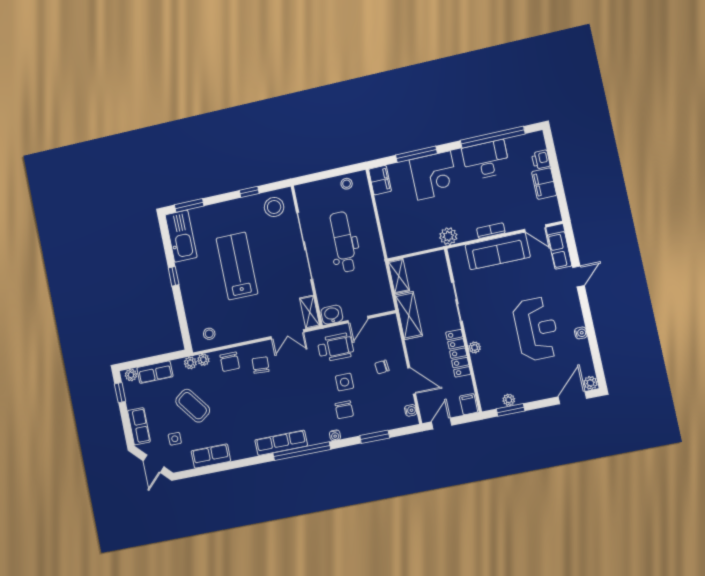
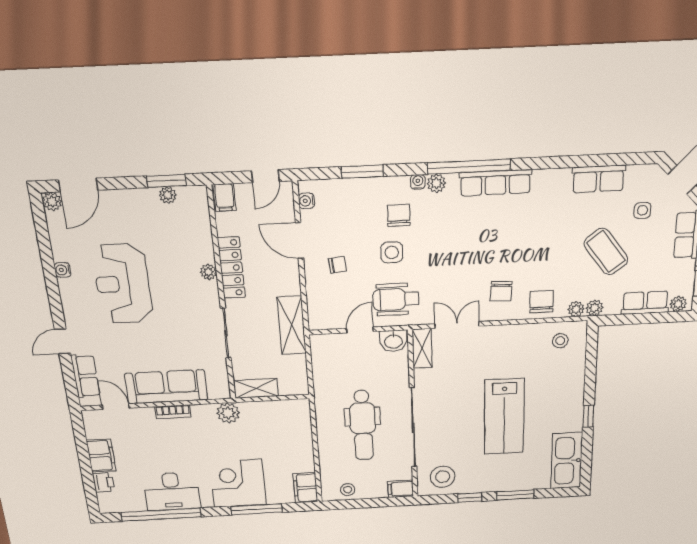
filing cabinet: (305, 191) -> (401, 489), added
window: (189, 205) -> (515, 495), moved
shelving: (399, 276) -> (256, 388), moved, turned 90
plant: (322, 436) -> (436, 183), added

